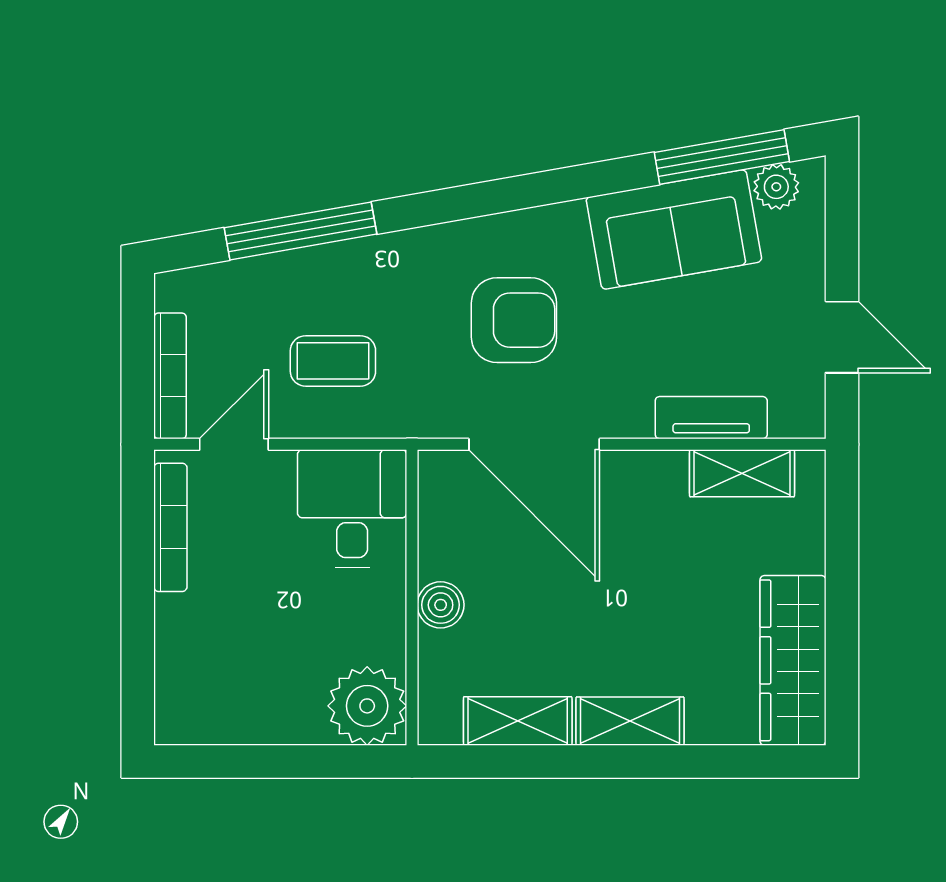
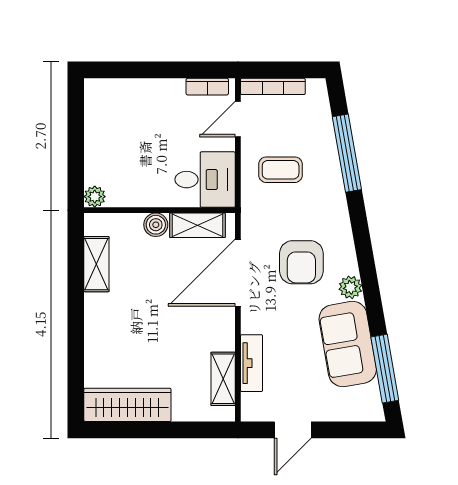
plant: (776, 187) -> (350, 287), moved
coffee table: (333, 361) -> (281, 170), turned 90
door: (234, 444) -> (238, 119), swing flipped
bookcase: (170, 527) -> (207, 87), width x0.64
plant: (367, 706) -> (95, 197), width x0.53, depth x0.53
shelving: (630, 721) -> (197, 225), moved, turned 90

